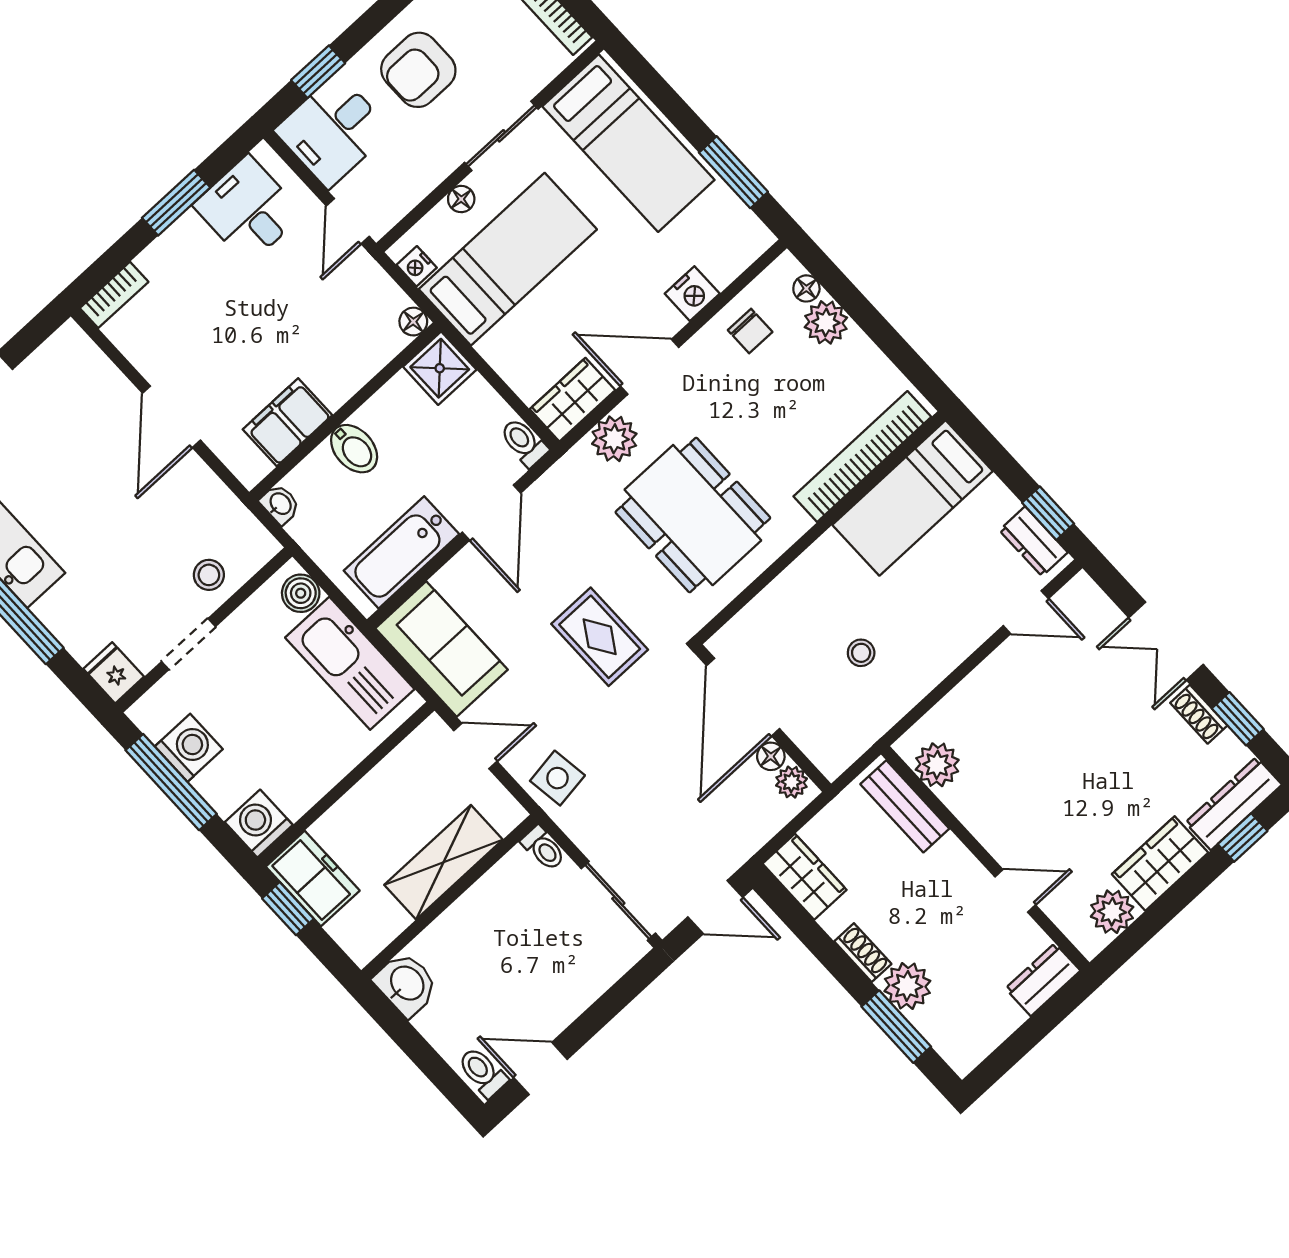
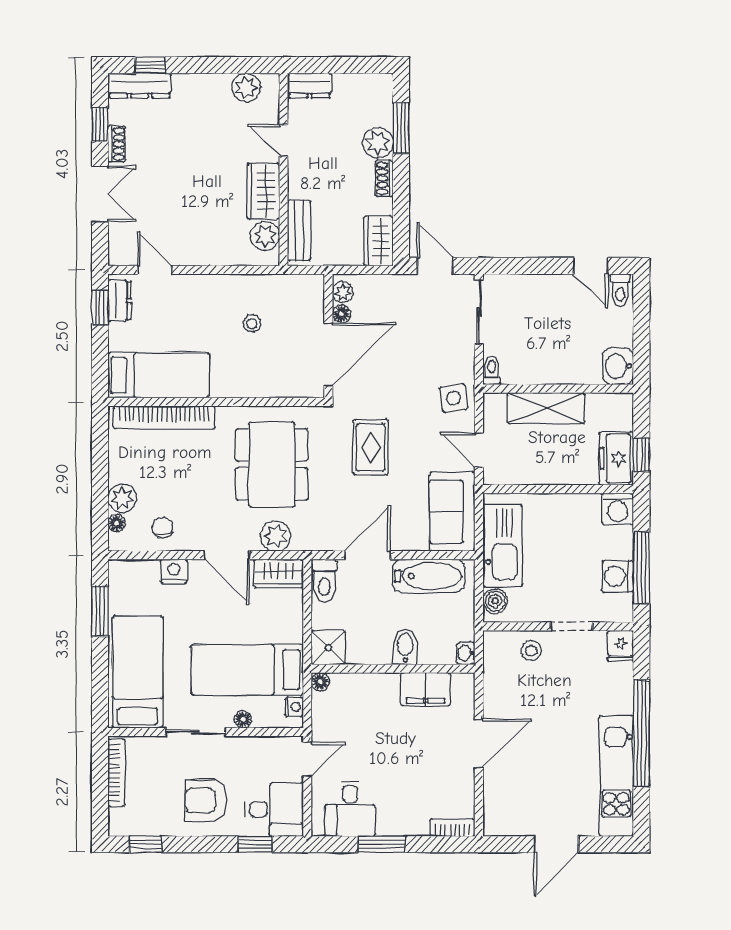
armchair: (418, 70) -> (206, 801), turned 180
toilet: (524, 442) -> (324, 581), width x1.37, depth x1.39
wardrobe: (1160, 863) -> (263, 191), moved, turned 90

